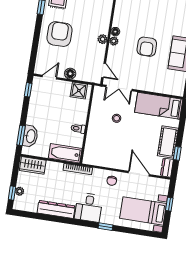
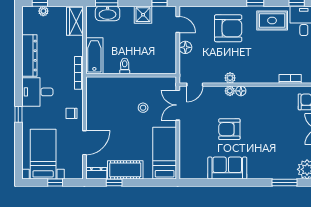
shower: (79, 91) -> (143, 15), moved

